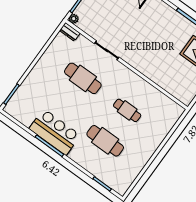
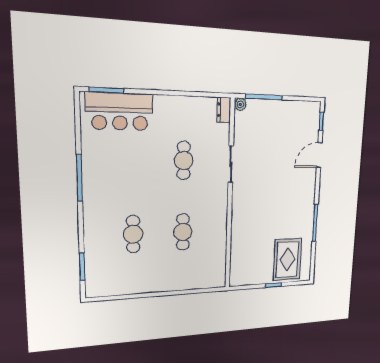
cafe table: (83, 78) -> (184, 160), width x0.73, depth x0.74
bar counter: (55, 132) -> (120, 111), moved, turned 90
cafe table: (105, 141) -> (133, 234), width x0.73, depth x0.74

